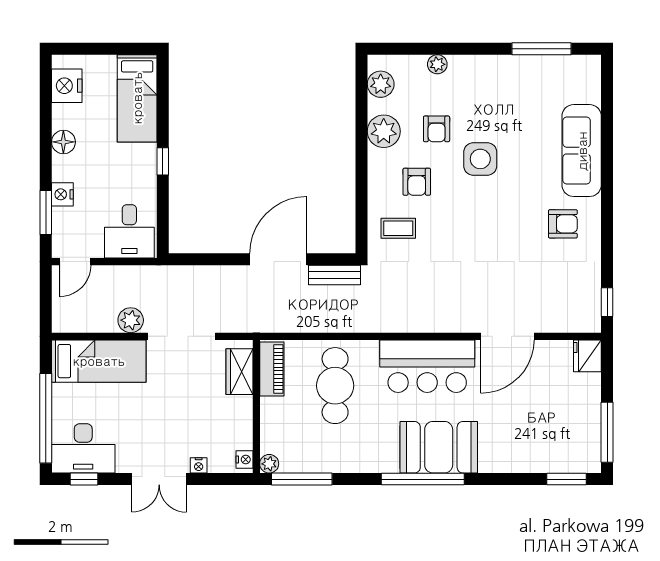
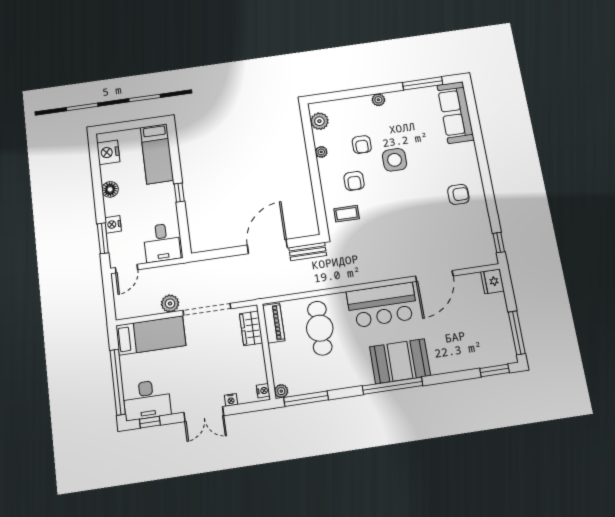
plant: (437, 64) -> (378, 100), moved
plant: (384, 131) -> (321, 152), width x0.53, depth x0.53
sofa: (582, 151) -> (456, 112), moved

